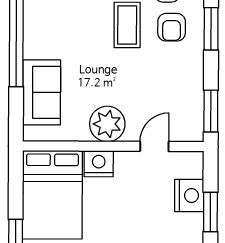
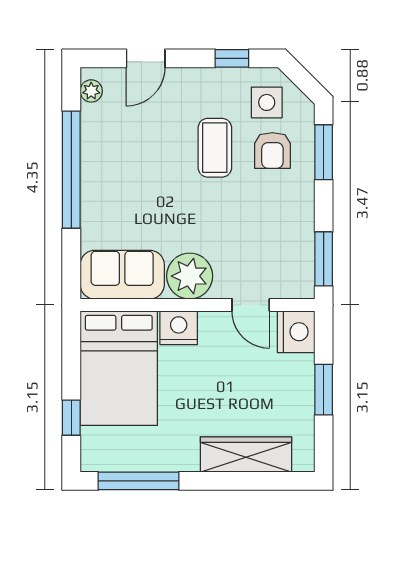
sofa: (42, 92) -> (122, 275), moved, turned -90
door: (154, 146) -> (251, 305), swing flipped
nightstand: (189, 196) -> (296, 332), moved

